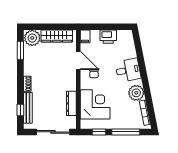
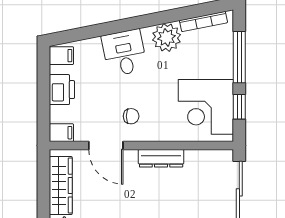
filing cabinet: (126, 36) -> (61, 56), added
door: (78, 60) -> (106, 146), swing flipped
dresser: (71, 103) -> (161, 158), moved
corner desk: (95, 104) -> (206, 107), moved, turned -90

